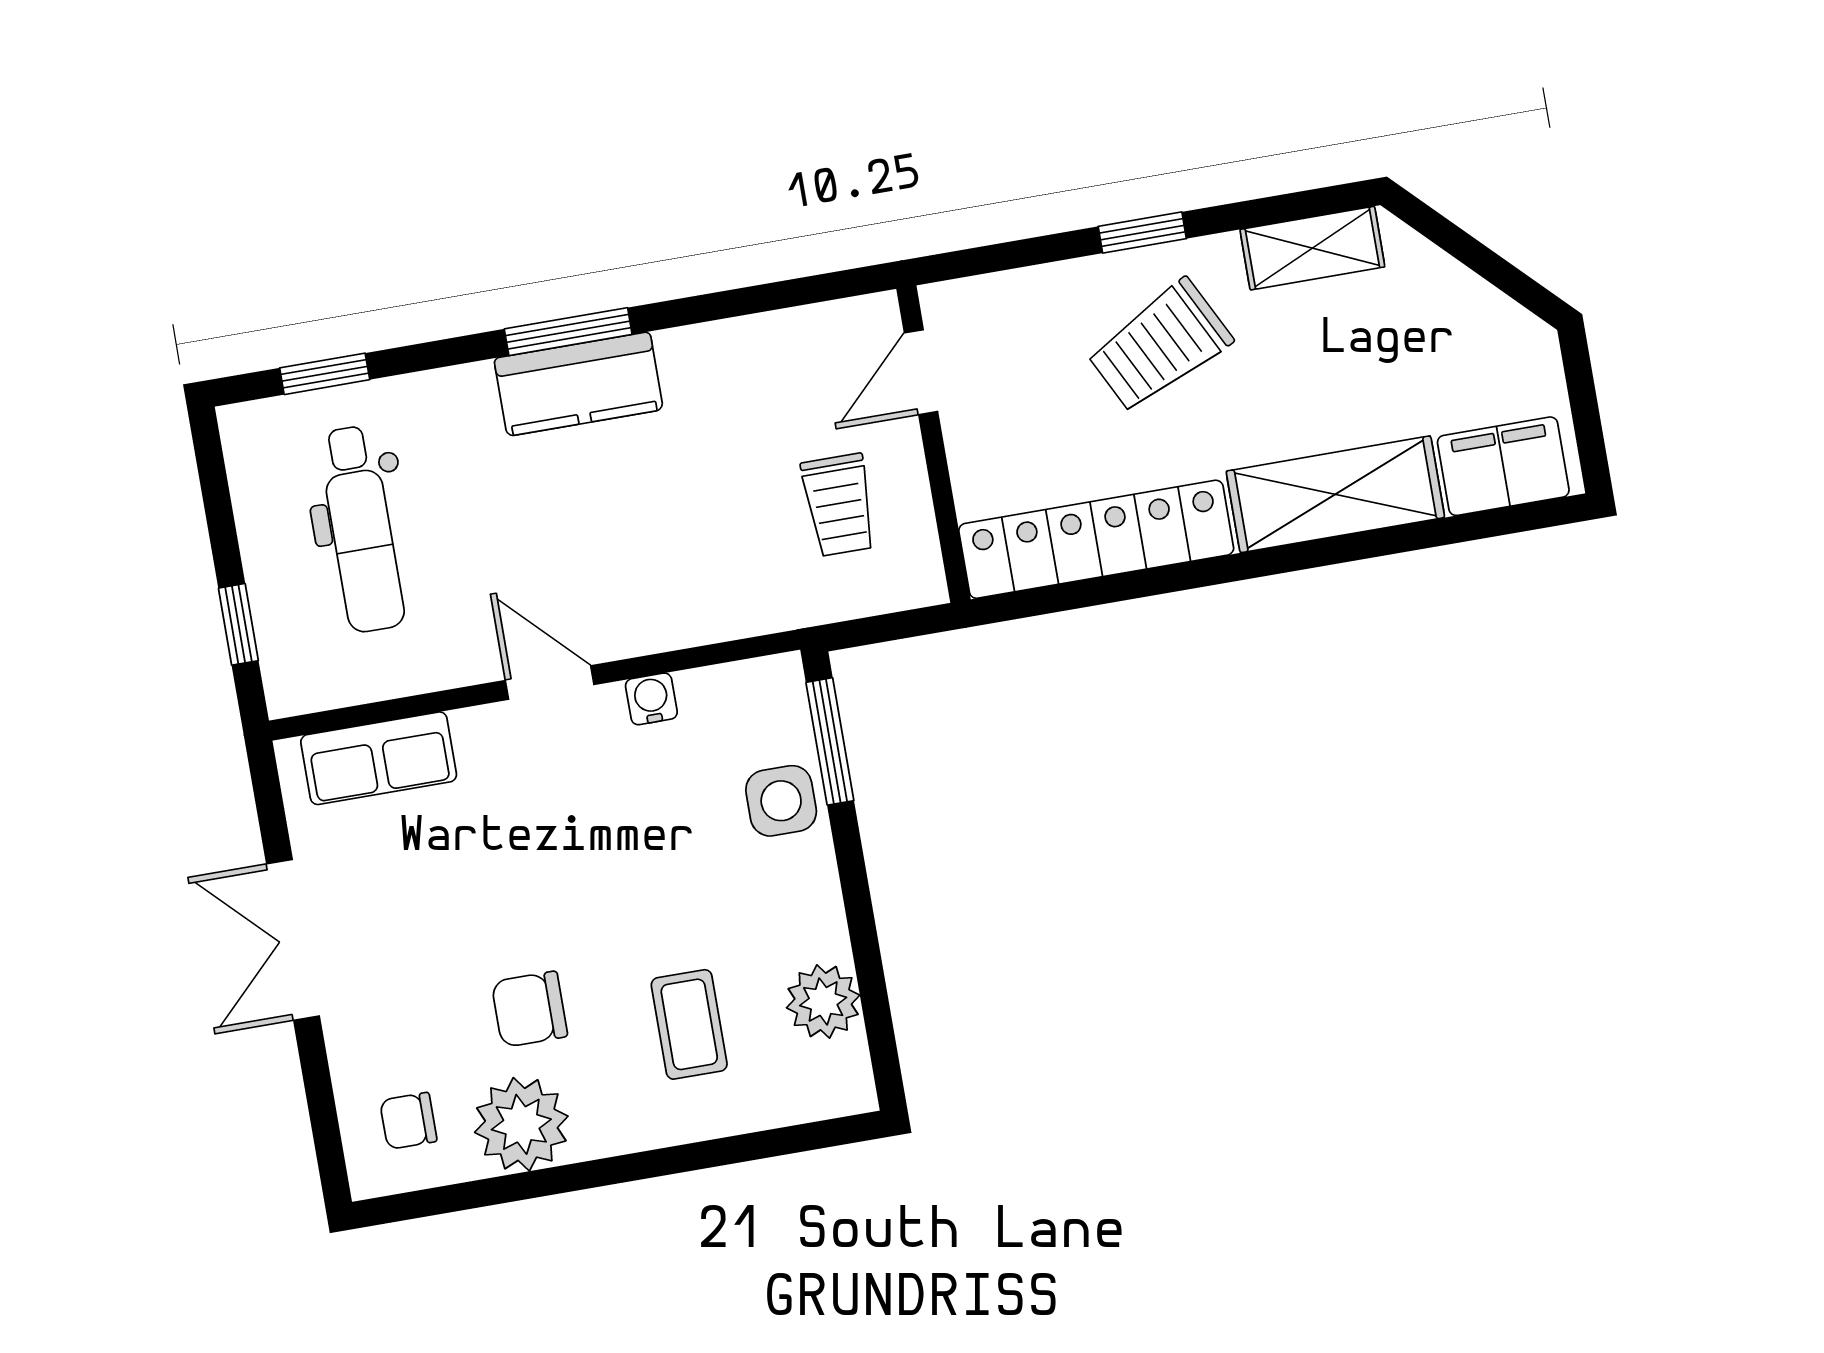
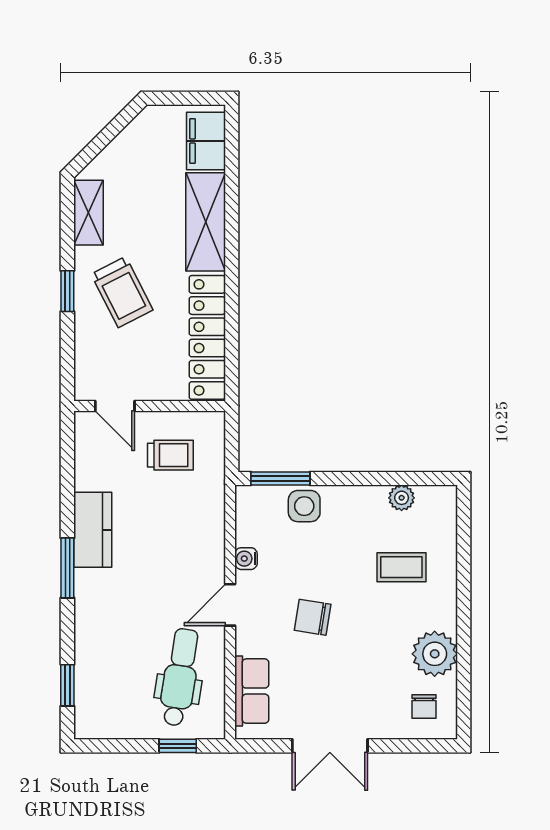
kitchen counter: (579, 384) -> (93, 530), moved
dental chair: (361, 529) -> (180, 677), moved, turned -81
plant: (823, 1001) -> (402, 498), width x0.73, depth x0.73
chair: (529, 1009) -> (313, 617), moved, turned 99

